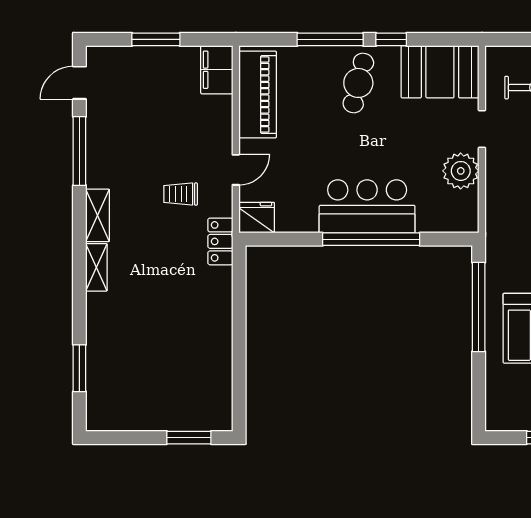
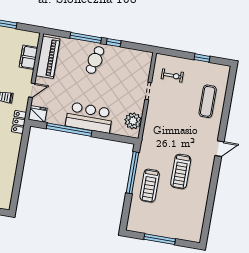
filing cabinet: (217, 70) -> (28, 57), moved
booth: (440, 72) -> (133, 61), removed
plant: (461, 171) -> (133, 121), moved
window: (371, 239) -> (69, 130), moved

